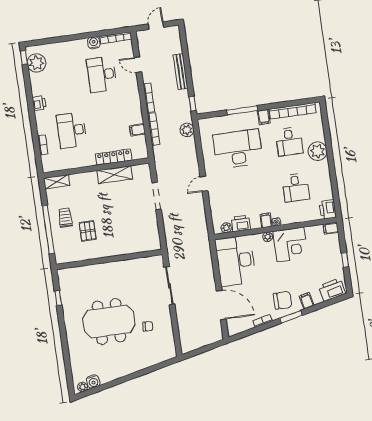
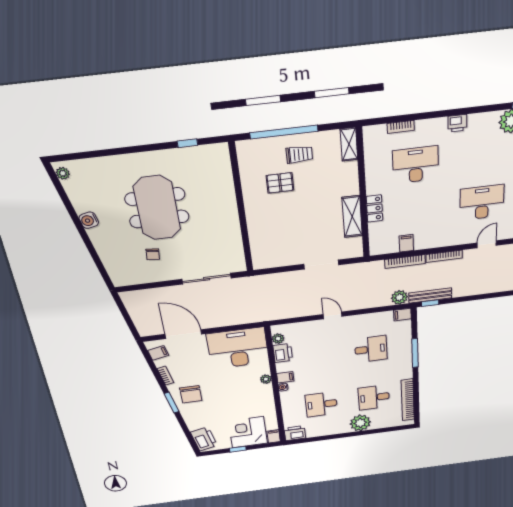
bench: (181, 72) -> (430, 295), moved
filing cabinet: (264, 117) -> (402, 315), moved
desk: (238, 149) -> (371, 349), width x0.53, depth x0.77
locker: (114, 157) -> (375, 208), width x0.66
corner desk: (290, 244) -> (248, 432), moved, turned 90
filing cabinet: (307, 301) -> (158, 353), moved
door: (221, 305) -> (183, 334), swing flipped
water cooler: (93, 382) -> (89, 220), moved

